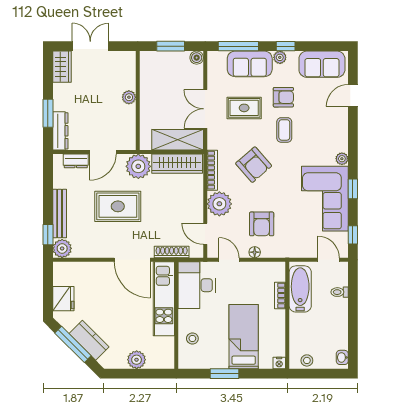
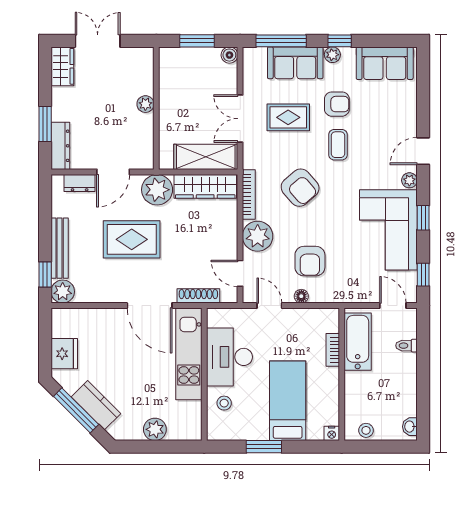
door: (353, 96) -> (423, 151), moved
desk: (197, 285) -> (229, 357), moved

